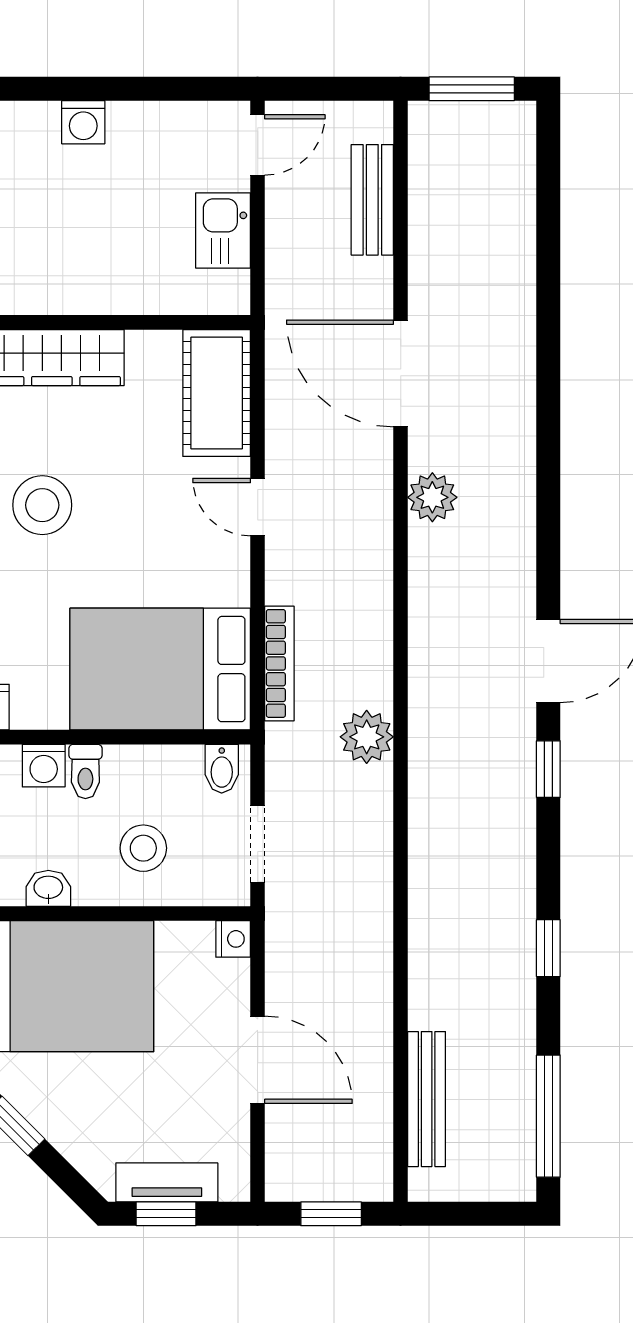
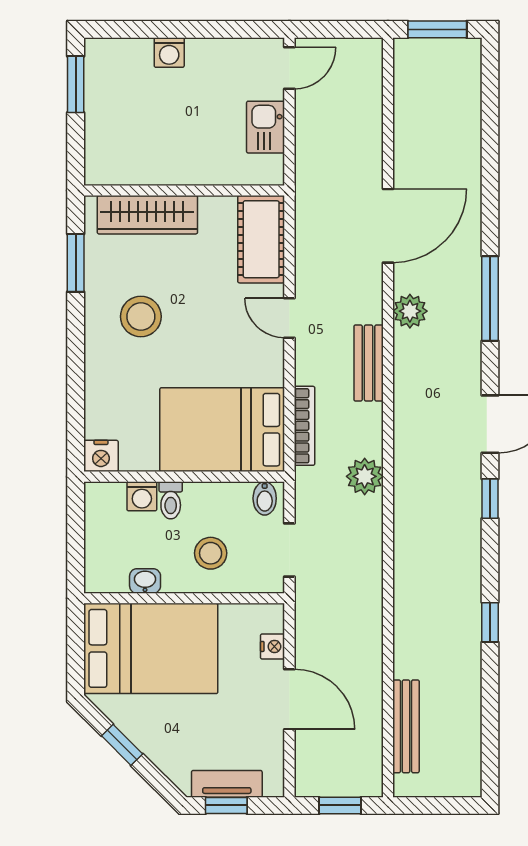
bench: (372, 200) -> (369, 363), moved
door: (401, 373) -> (388, 226), swing flipped
nightstand: (233, 939) -> (273, 646), moved
window: (548, 1116) -> (490, 299), moved

